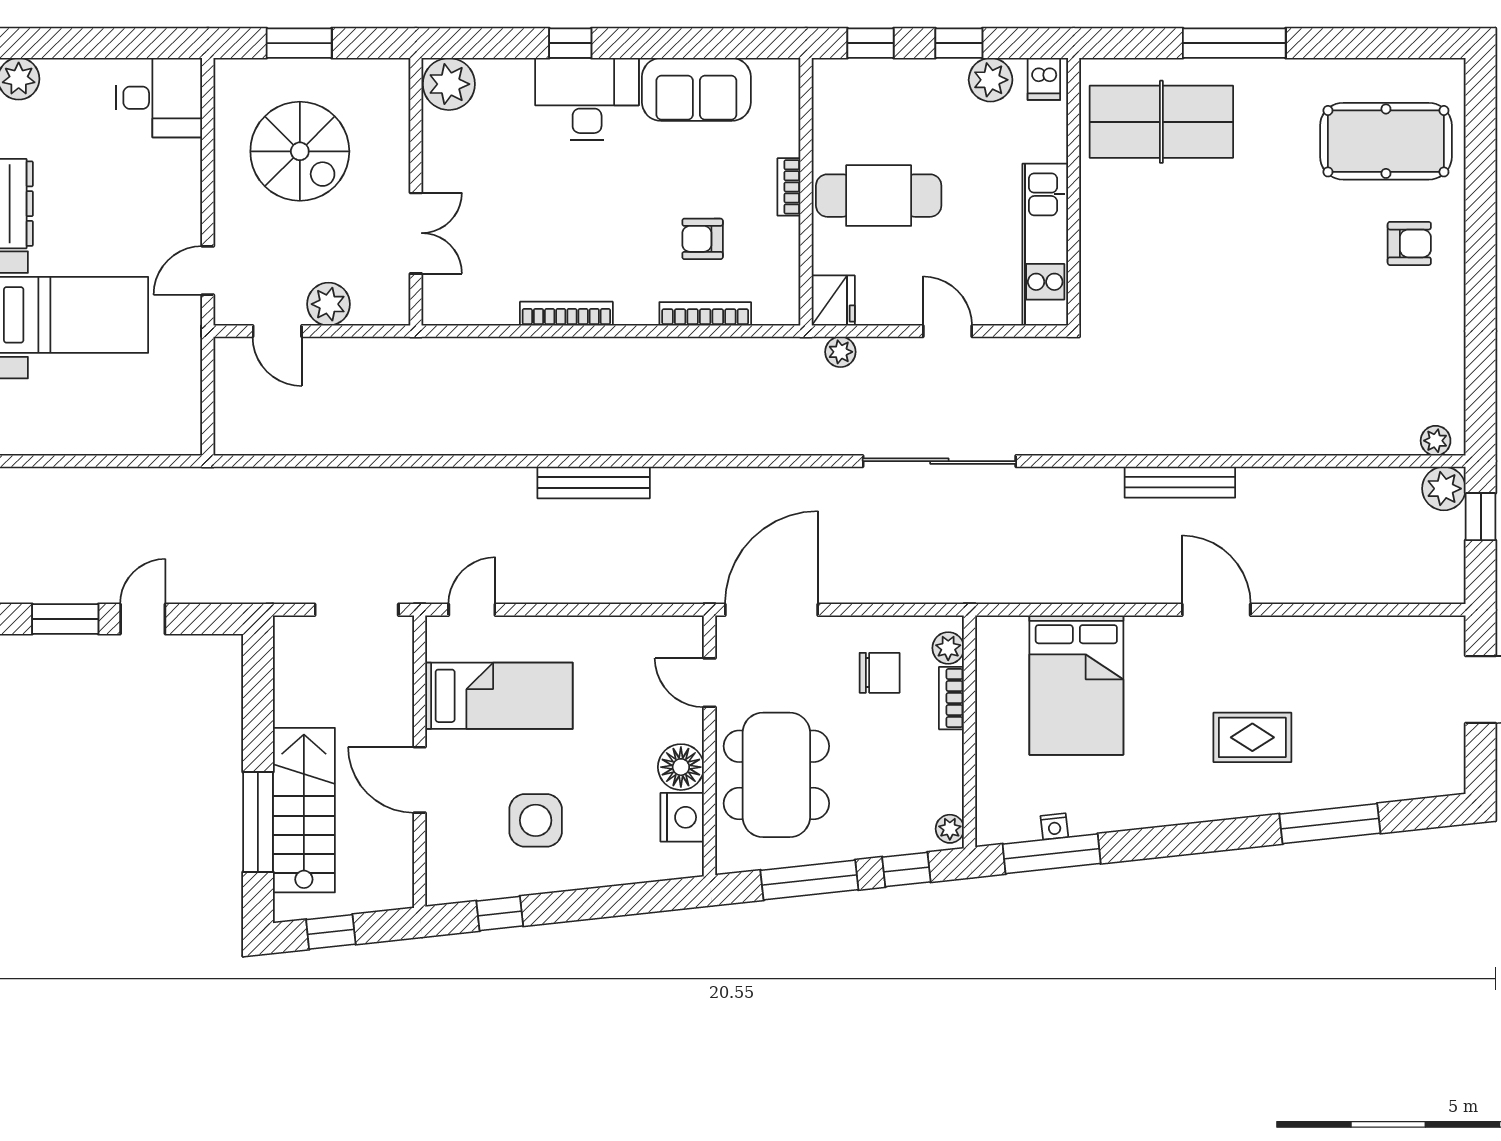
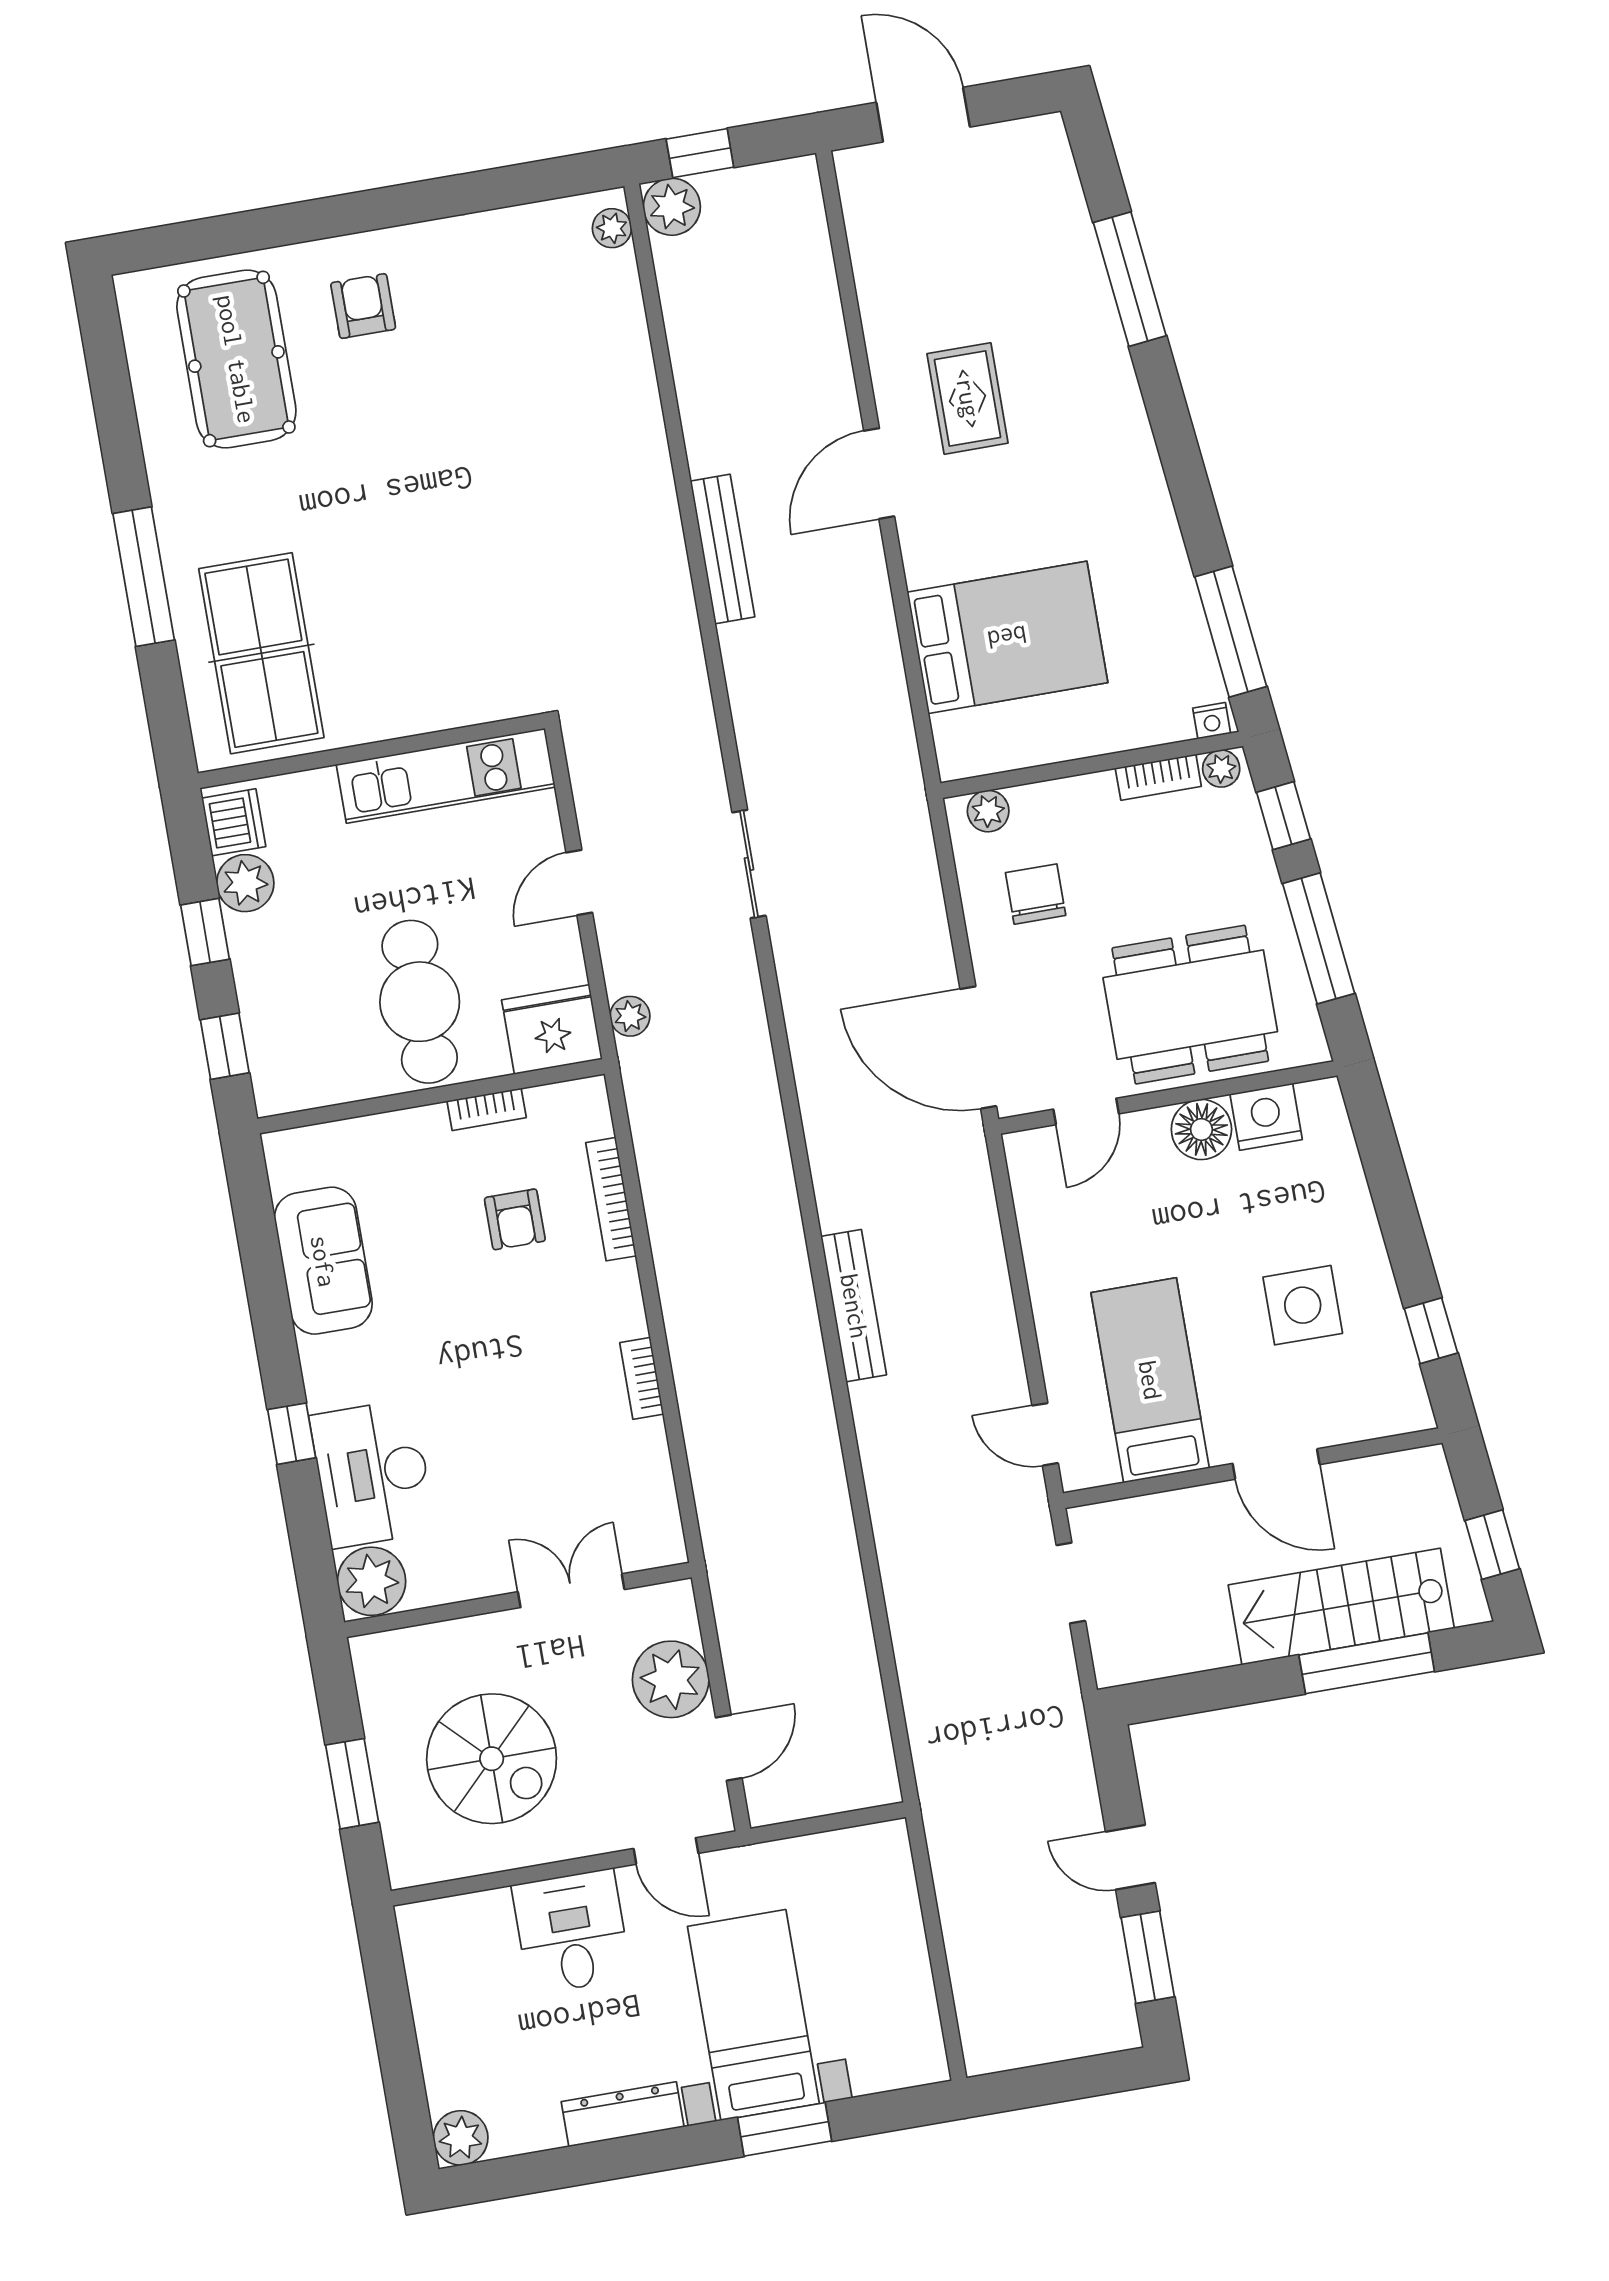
dishwasher: (1044, 79) -> (234, 822), width x1.38
desk: (159, 98) -> (572, 1932), moved
desk: (587, 99) -> (373, 1473), moved
spiral stairs: (300, 151) -> (492, 1759), turned 90
bookcase: (789, 187) -> (487, 1109), moved
fridge: (833, 300) -> (552, 1030), width x1.36, depth x1.34
plant: (328, 304) -> (671, 1679), width x1.36, depth x1.36
bookcase: (566, 314) -> (642, 1378), width x0.64
sliding door: (939, 461) -> (749, 864), width x0.54
doorway: (357, 610) -> (1071, 1583), width x0.73
bookcase: (951, 698) -> (1158, 777), moved
rug: (1252, 737) -> (968, 398), moved
door: (420, 780) -> (1276, 1464), hinge flipped
nightstand: (1054, 826) -> (1212, 721), moved, turned 96

